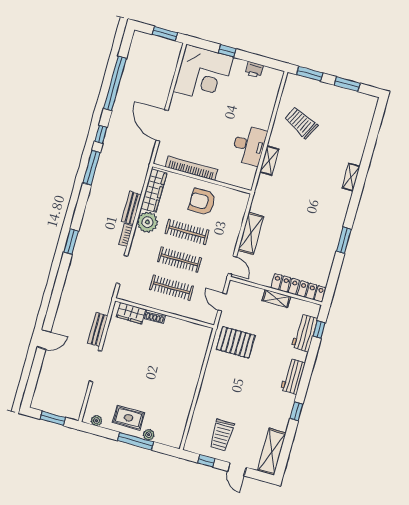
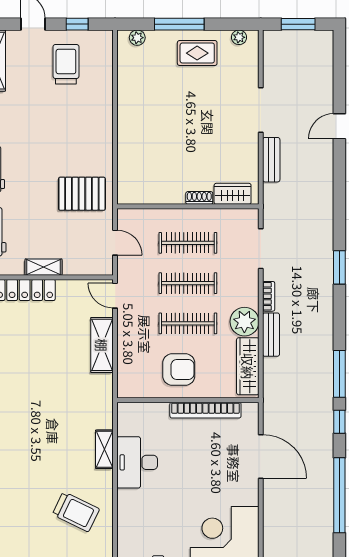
plant: (149, 435) -> (137, 38), moved

